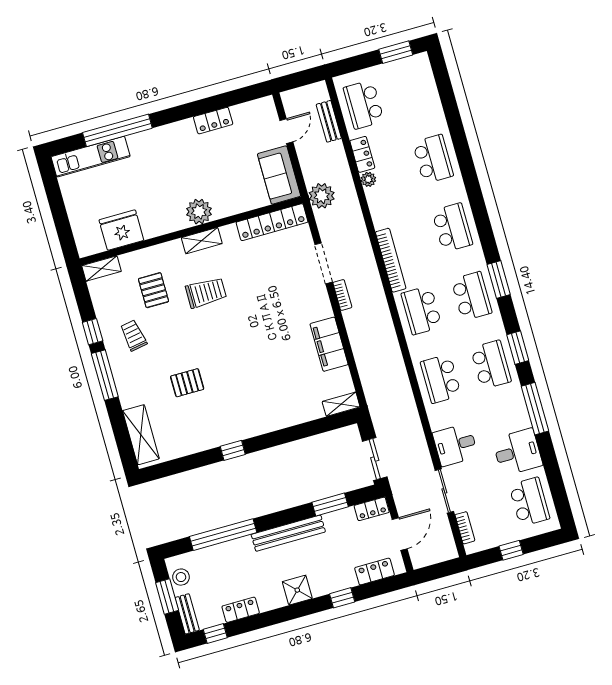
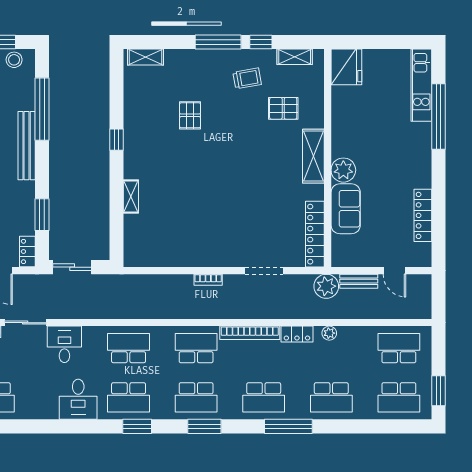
school desk: (414, 90) -> (399, 397), added
locker: (213, 121) -> (423, 215), width x1.53
bench: (329, 121) -> (359, 281), moved
locker: (362, 154) -> (297, 334), moved
sofa: (279, 175) -> (346, 209), moved, turned 90
fridge: (121, 230) -> (346, 67), moved
shelving: (202, 241) -> (313, 156), width x1.50, depth x1.33
shelving: (102, 268) -> (295, 57), moved, turned 90
trolley: (206, 293) -> (268, 156), removed
bookcase: (342, 295) -> (208, 280), moved
filing cabinet: (329, 344) -> (189, 255), removed
shelving: (341, 404) -> (131, 197), moved
window: (535, 409) -> (288, 426), moved
shelving: (141, 435) -> (145, 57), width x0.67, depth x0.75
desk: (517, 452) -> (78, 399), moved
bench: (288, 533) -> (27, 146), moved

